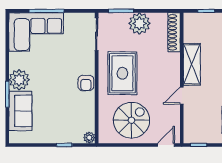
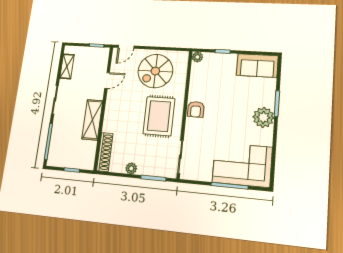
plant: (139, 23) -> (131, 168), width x0.53, depth x0.53
armchair: (86, 83) -> (196, 109), turned 180
door: (182, 96) -> (107, 80), moved
sofa: (20, 111) -> (257, 66), moved, turned -90

